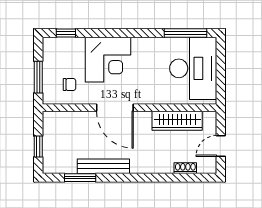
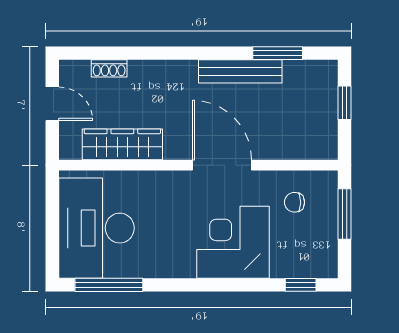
door: (221, 146) -> (52, 104), hinge flipped

